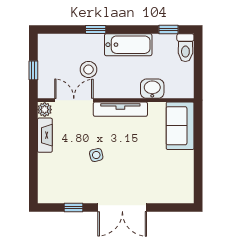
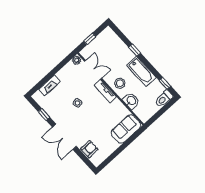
stool: (88, 69) -> (120, 83), moved
tv unit: (120, 109) -> (105, 91), width x0.71
fireplace: (45, 135) -> (49, 86), moved
armchair: (164, 191) -> (89, 149), added

